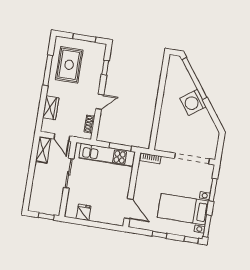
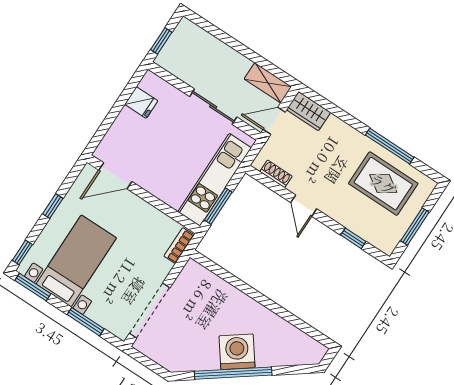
window: (194, 79) -> (233, 373), moved
wardrobe: (51, 108) -> (309, 111), moved

